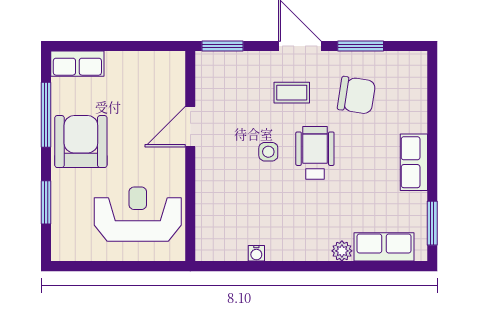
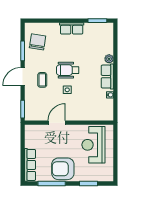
row of seats: (77, 64) -> (30, 165), width x1.48
chair: (356, 95) -> (38, 42), moved
door: (190, 127) -> (57, 123), swing flipped
row of seats: (384, 247) -> (107, 77), moved

